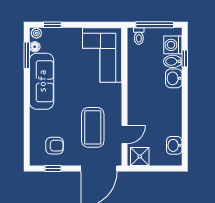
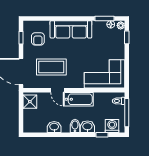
bidet: (173, 61) -> (75, 126), moved
sofa: (42, 81) -> (71, 29), moved
bathtub: (136, 90) -> (79, 99), added
door: (124, 134) -> (57, 90), moved
washbasin: (174, 145) -> (54, 127), moved

